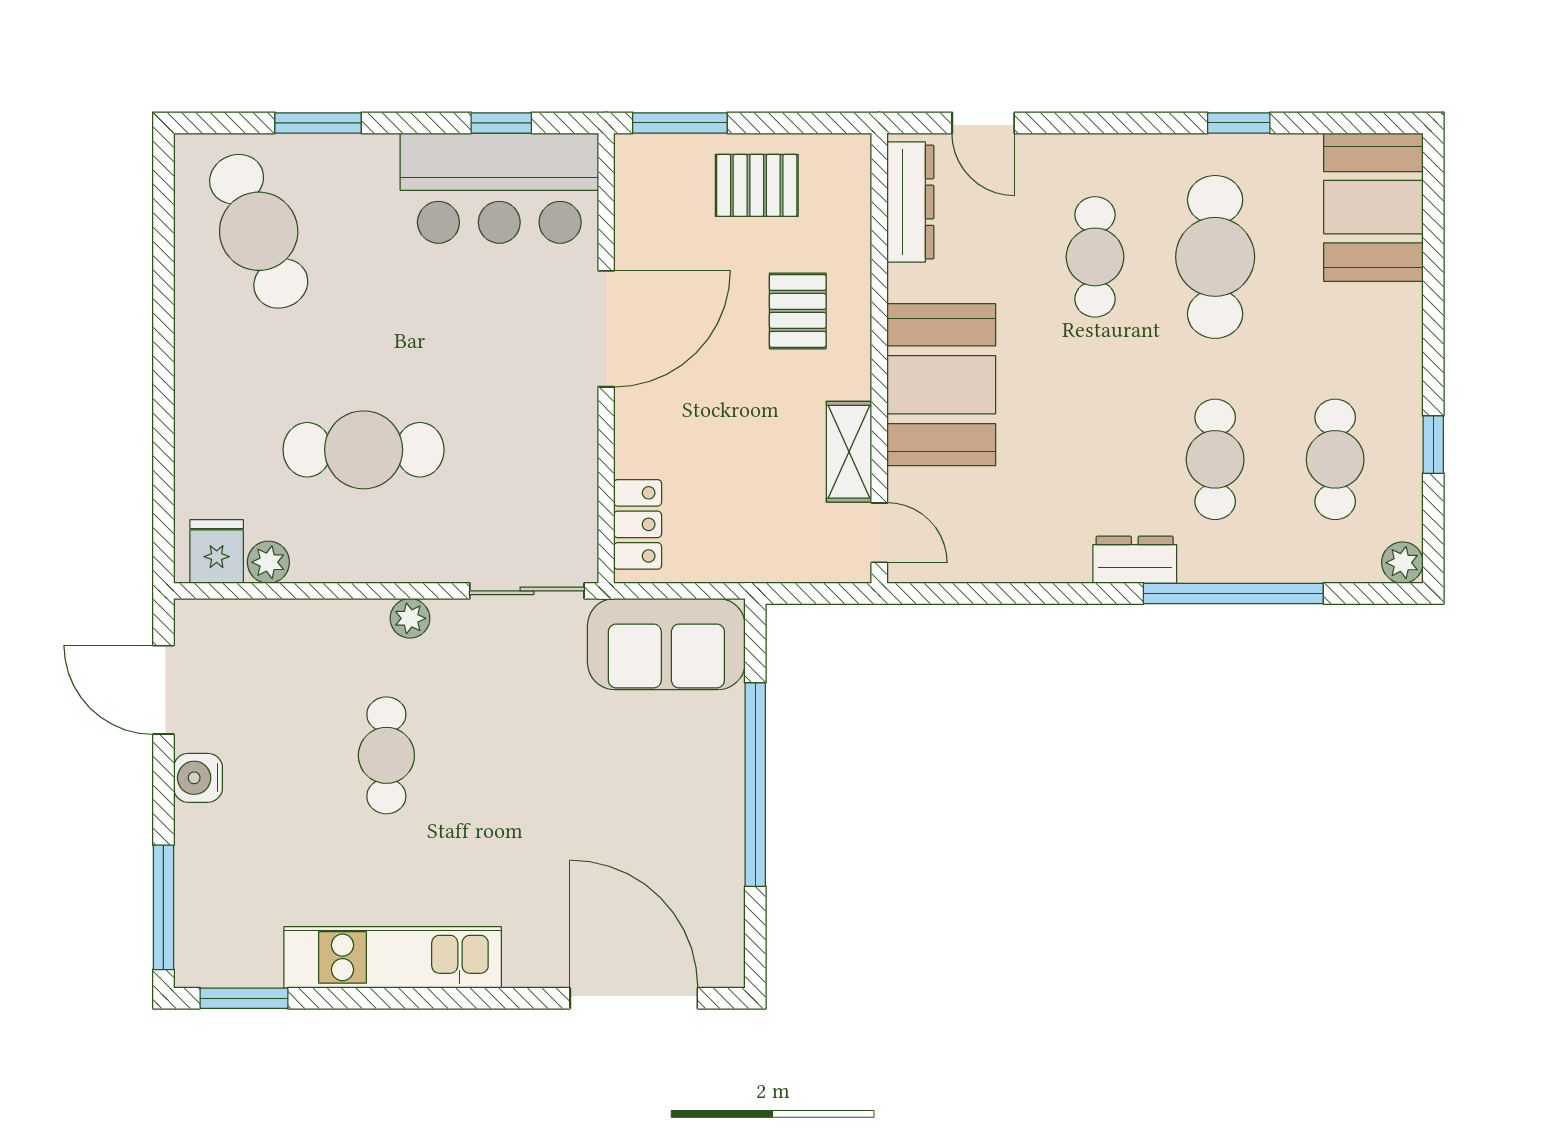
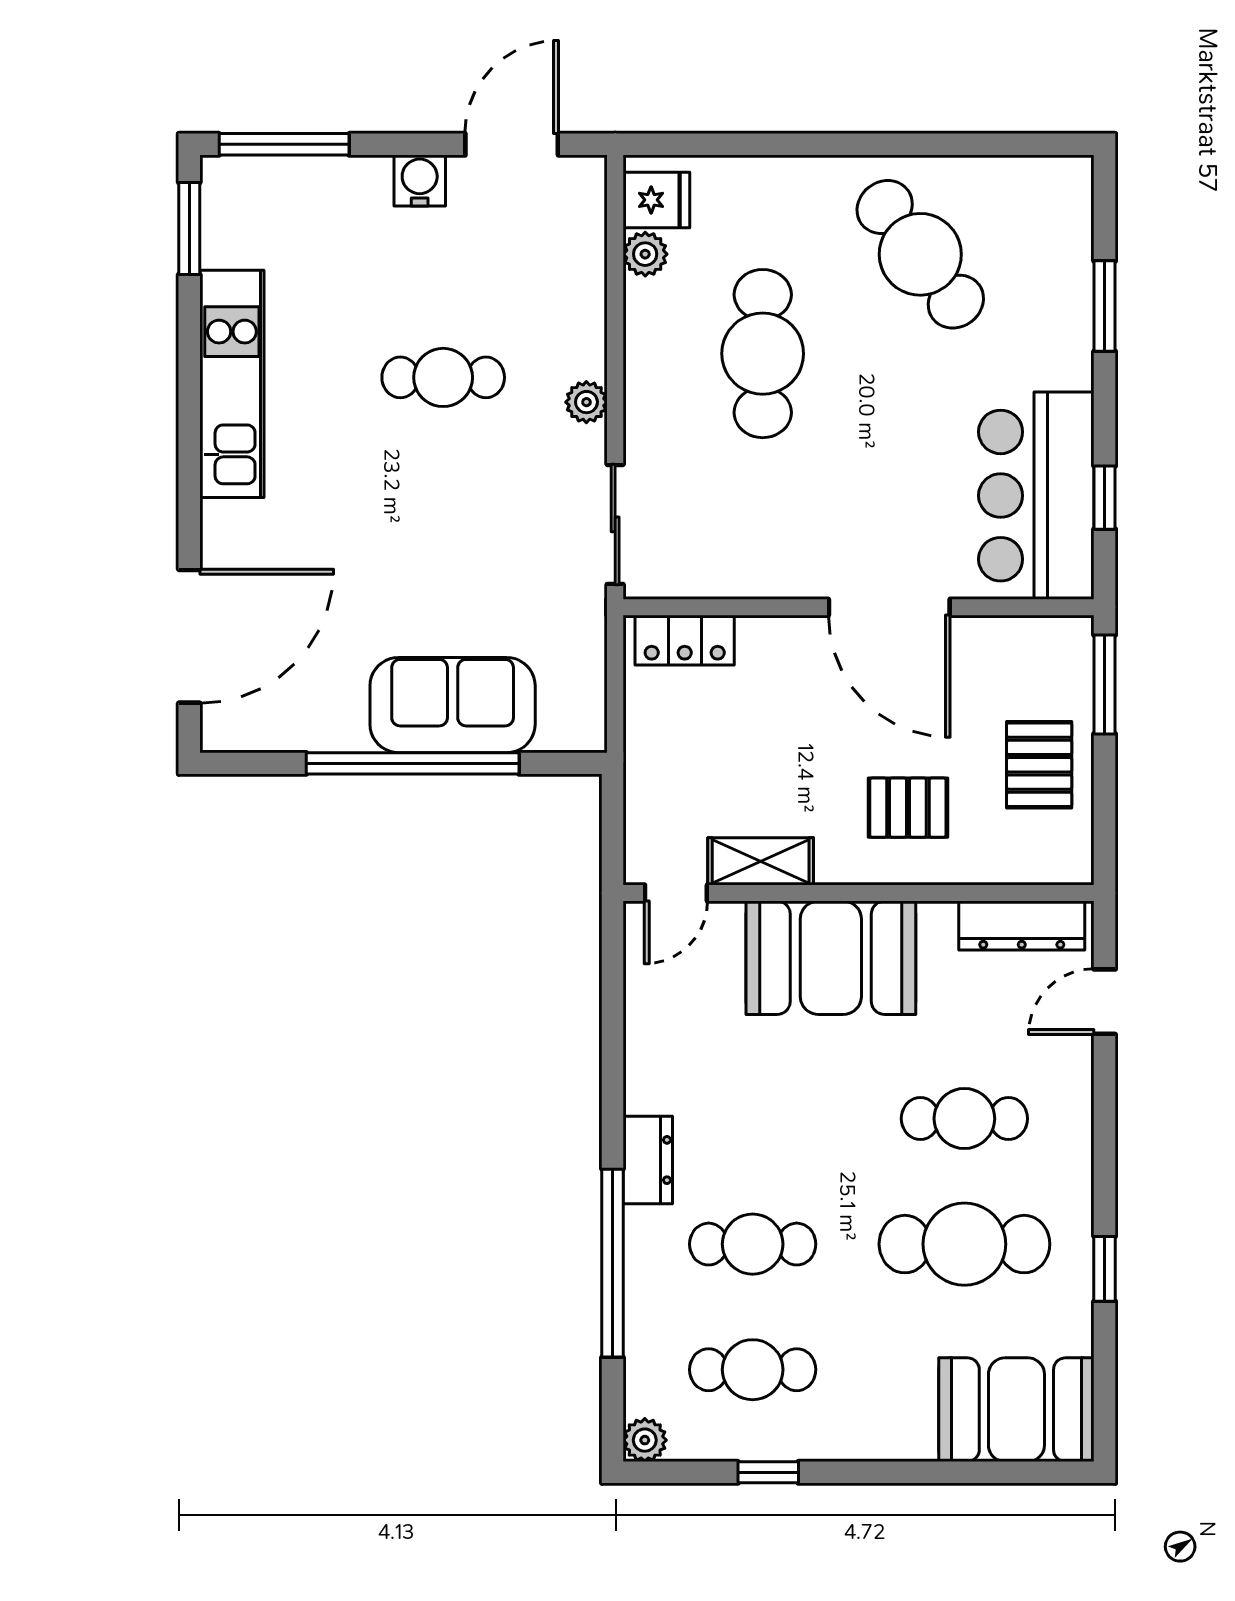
cafe table: (259, 231) -> (920, 254), moved, turned 76
sofa: (666, 644) -> (453, 705), moved, turned 90

